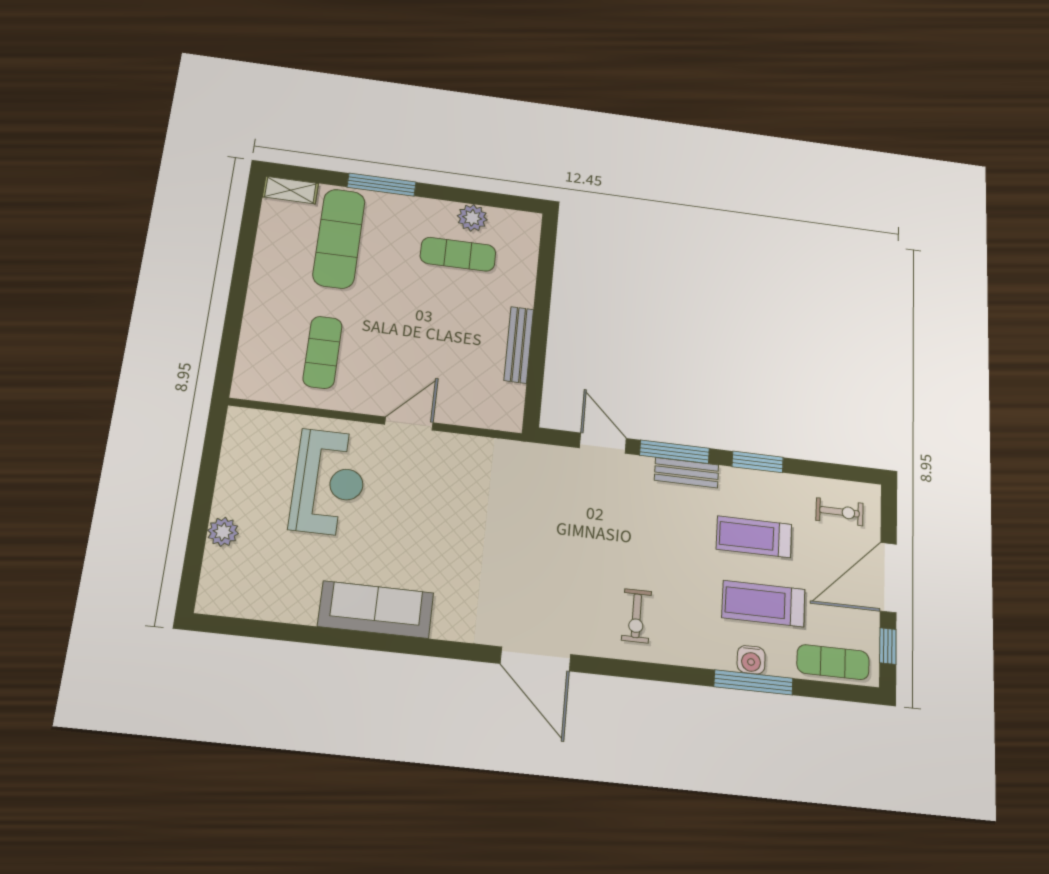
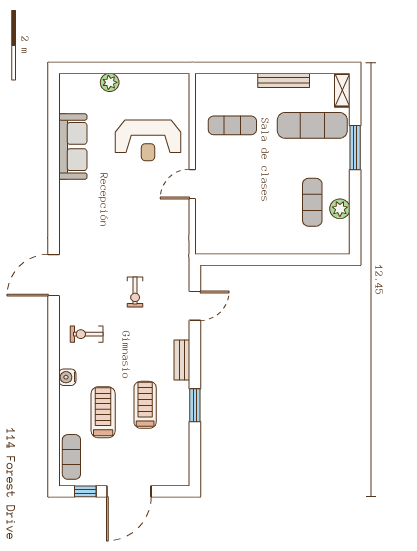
bench: (519, 345) -> (284, 80), moved
door: (409, 424) -> (192, 184), swing flipped
window: (675, 452) -> (195, 352), removed
exercise bike: (840, 512) -> (135, 292), moved
door: (888, 577) -> (129, 491), swing flipped
sofa: (376, 610) -> (73, 147), moved
water cooler: (751, 660) -> (67, 377), moved
window: (753, 682) -> (54, 408), removed

